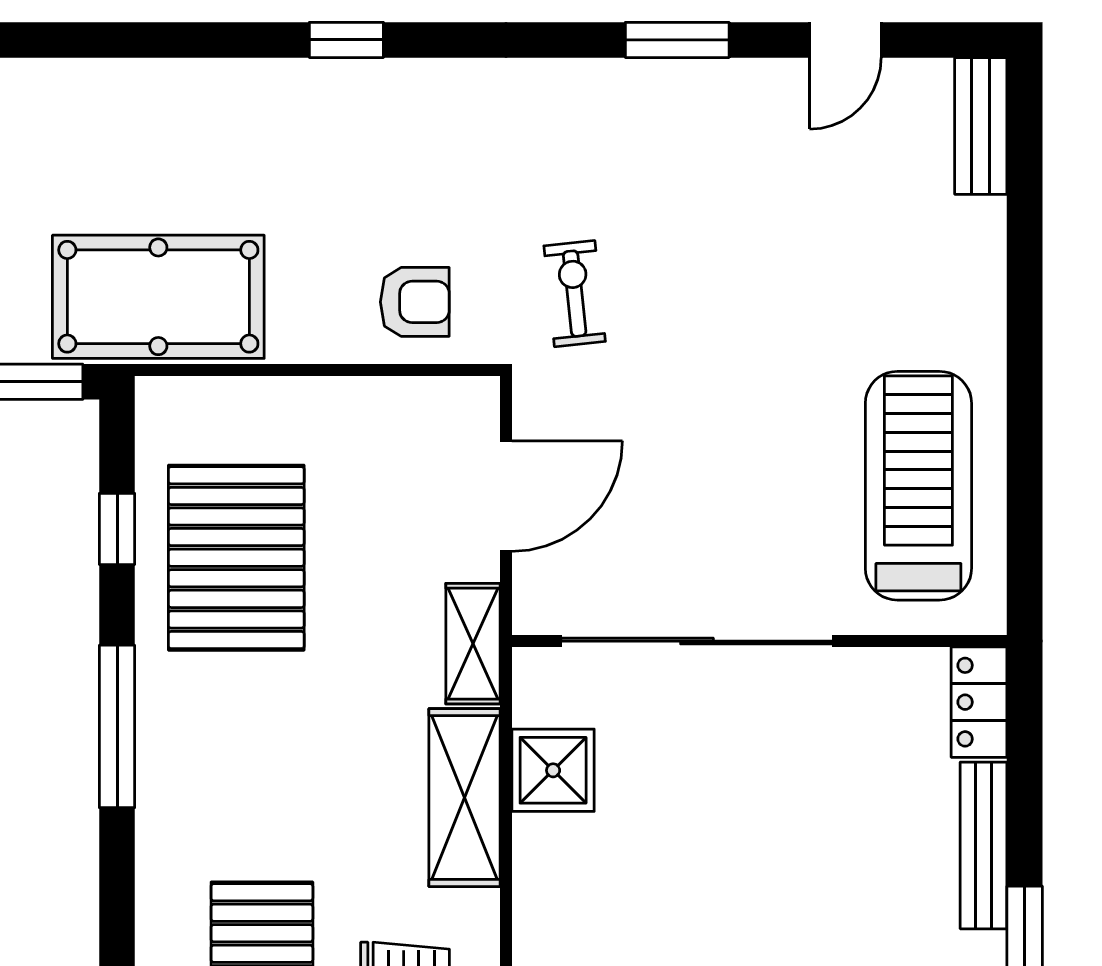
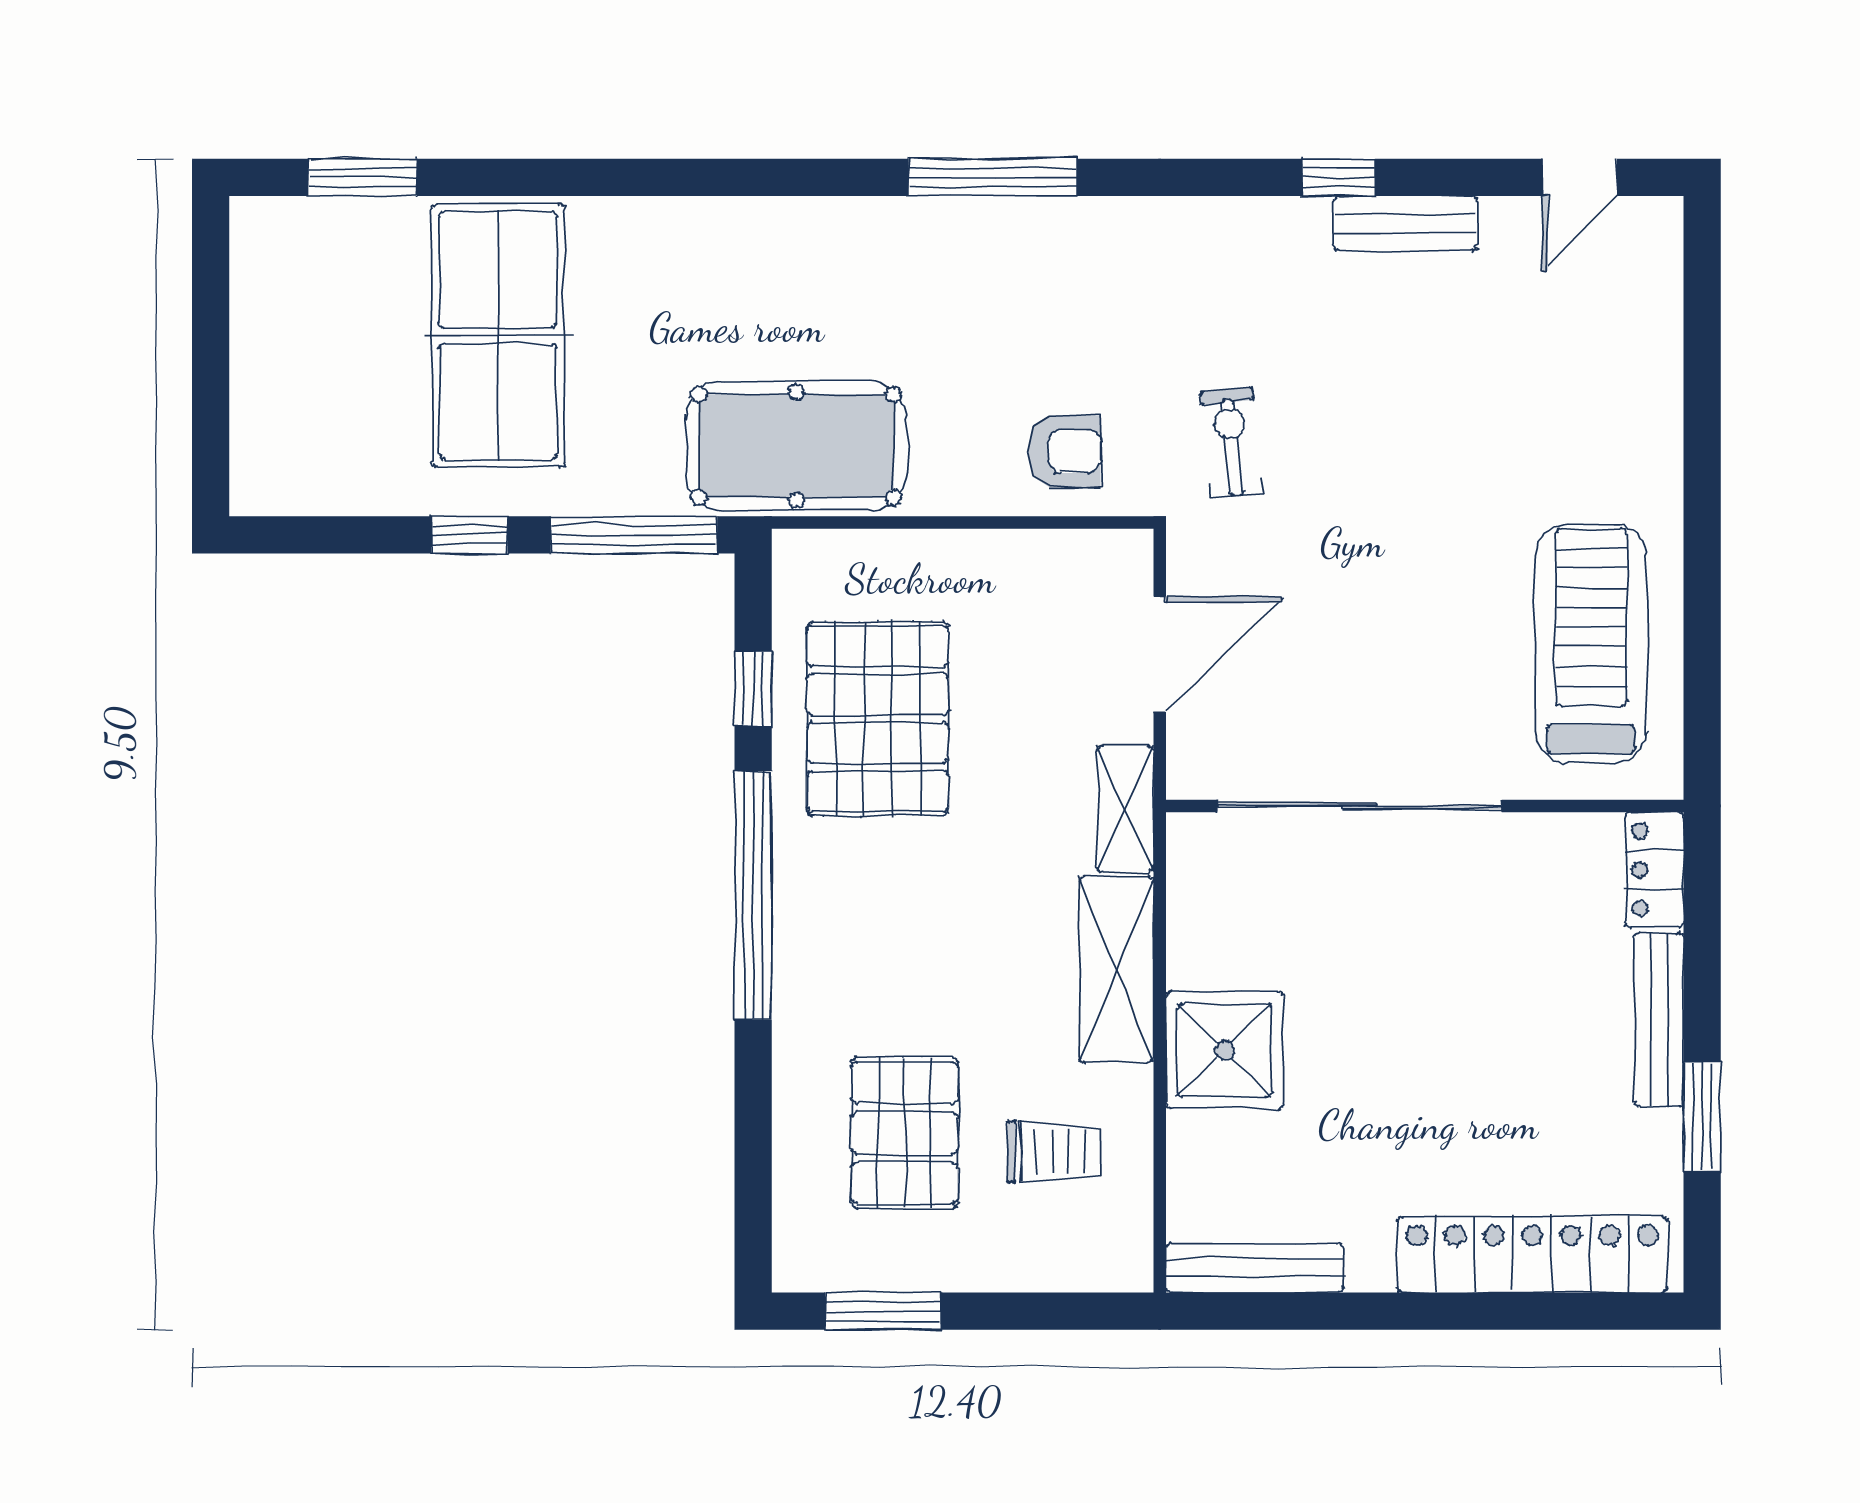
window: (346, 40) -> (993, 177), width x2.17
window: (677, 40) -> (1339, 177), width x0.67
door: (845, 40) -> (1580, 177), moved
bench: (981, 126) -> (1405, 223), moved, turned 90
window: (117, 726) -> (753, 895), width x1.46
shower: (553, 770) -> (1225, 1050), moved, width x1.36, depth x1.36

